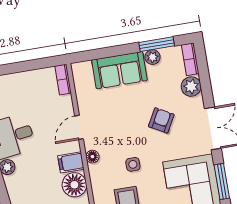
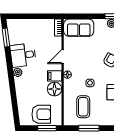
sofa: (119, 70) -> (79, 28), moved

